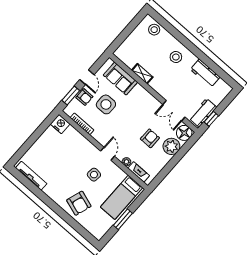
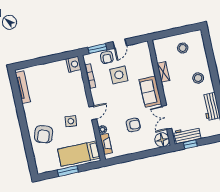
stool: (154, 30) -> (183, 48), moved
sofa: (120, 79) -> (150, 92), moved
plant: (171, 146) -> (145, 143), removed

